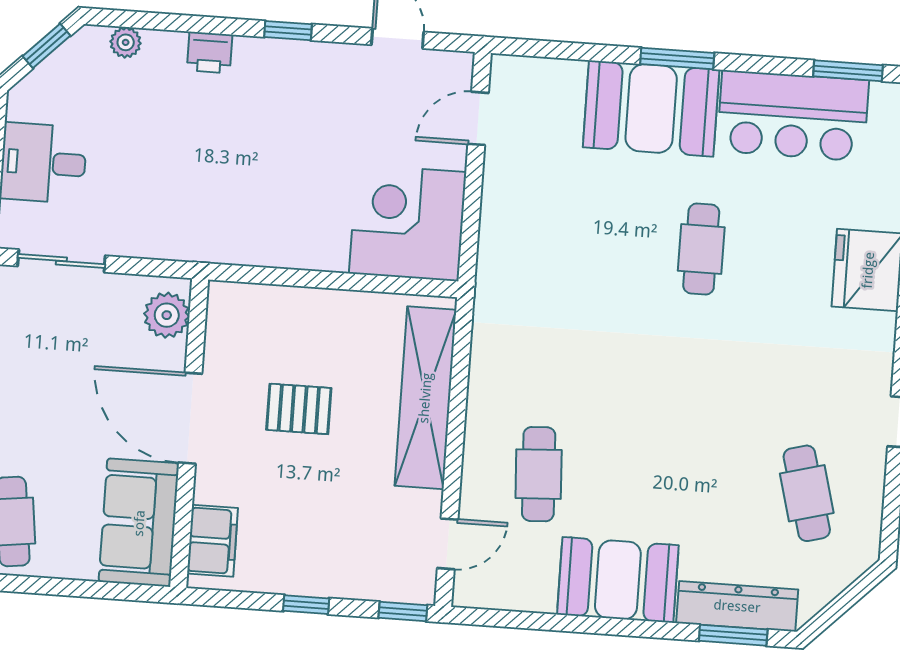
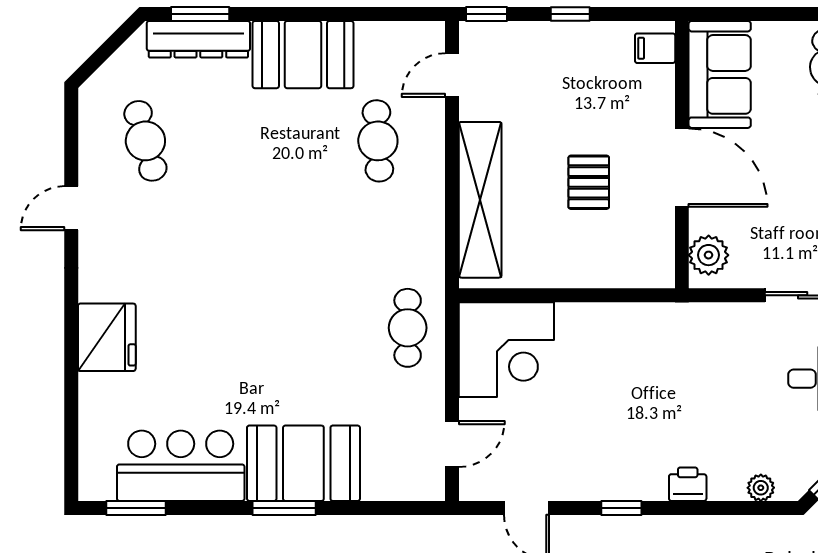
cafe table: (701, 249) -> (408, 328), moved
pallet: (299, 409) -> (589, 182), turned 90
filing cabinet: (212, 541) -> (655, 48), width x0.50

